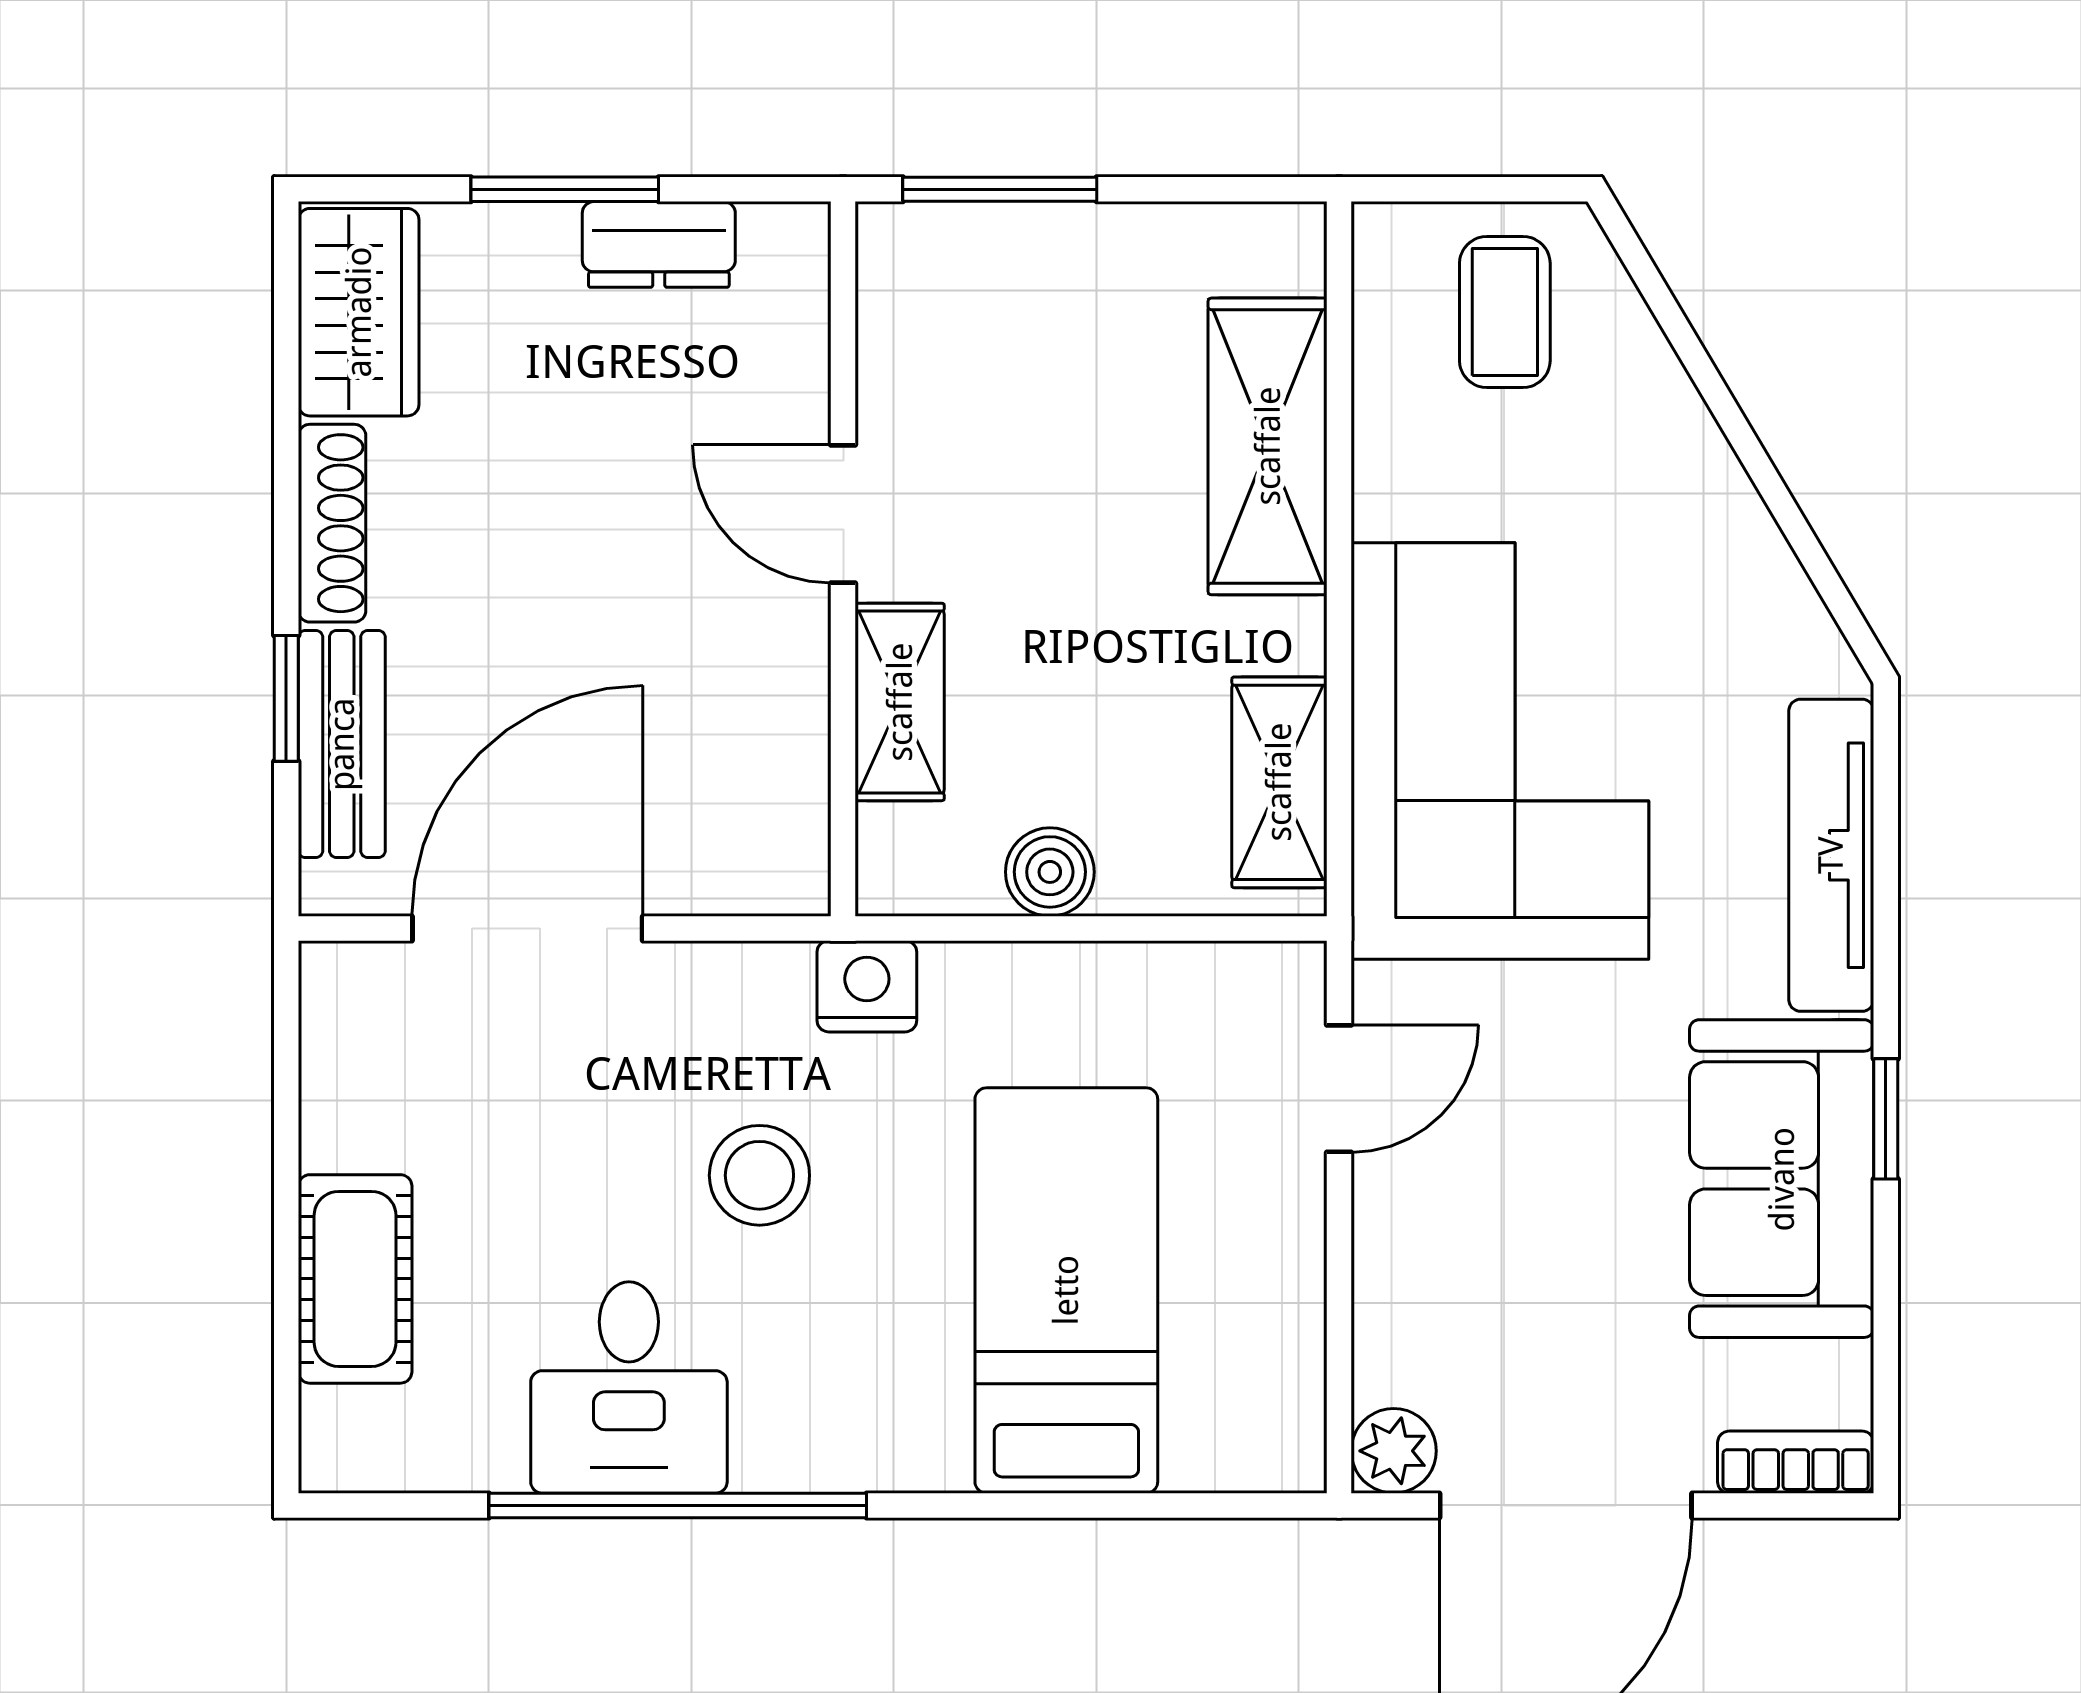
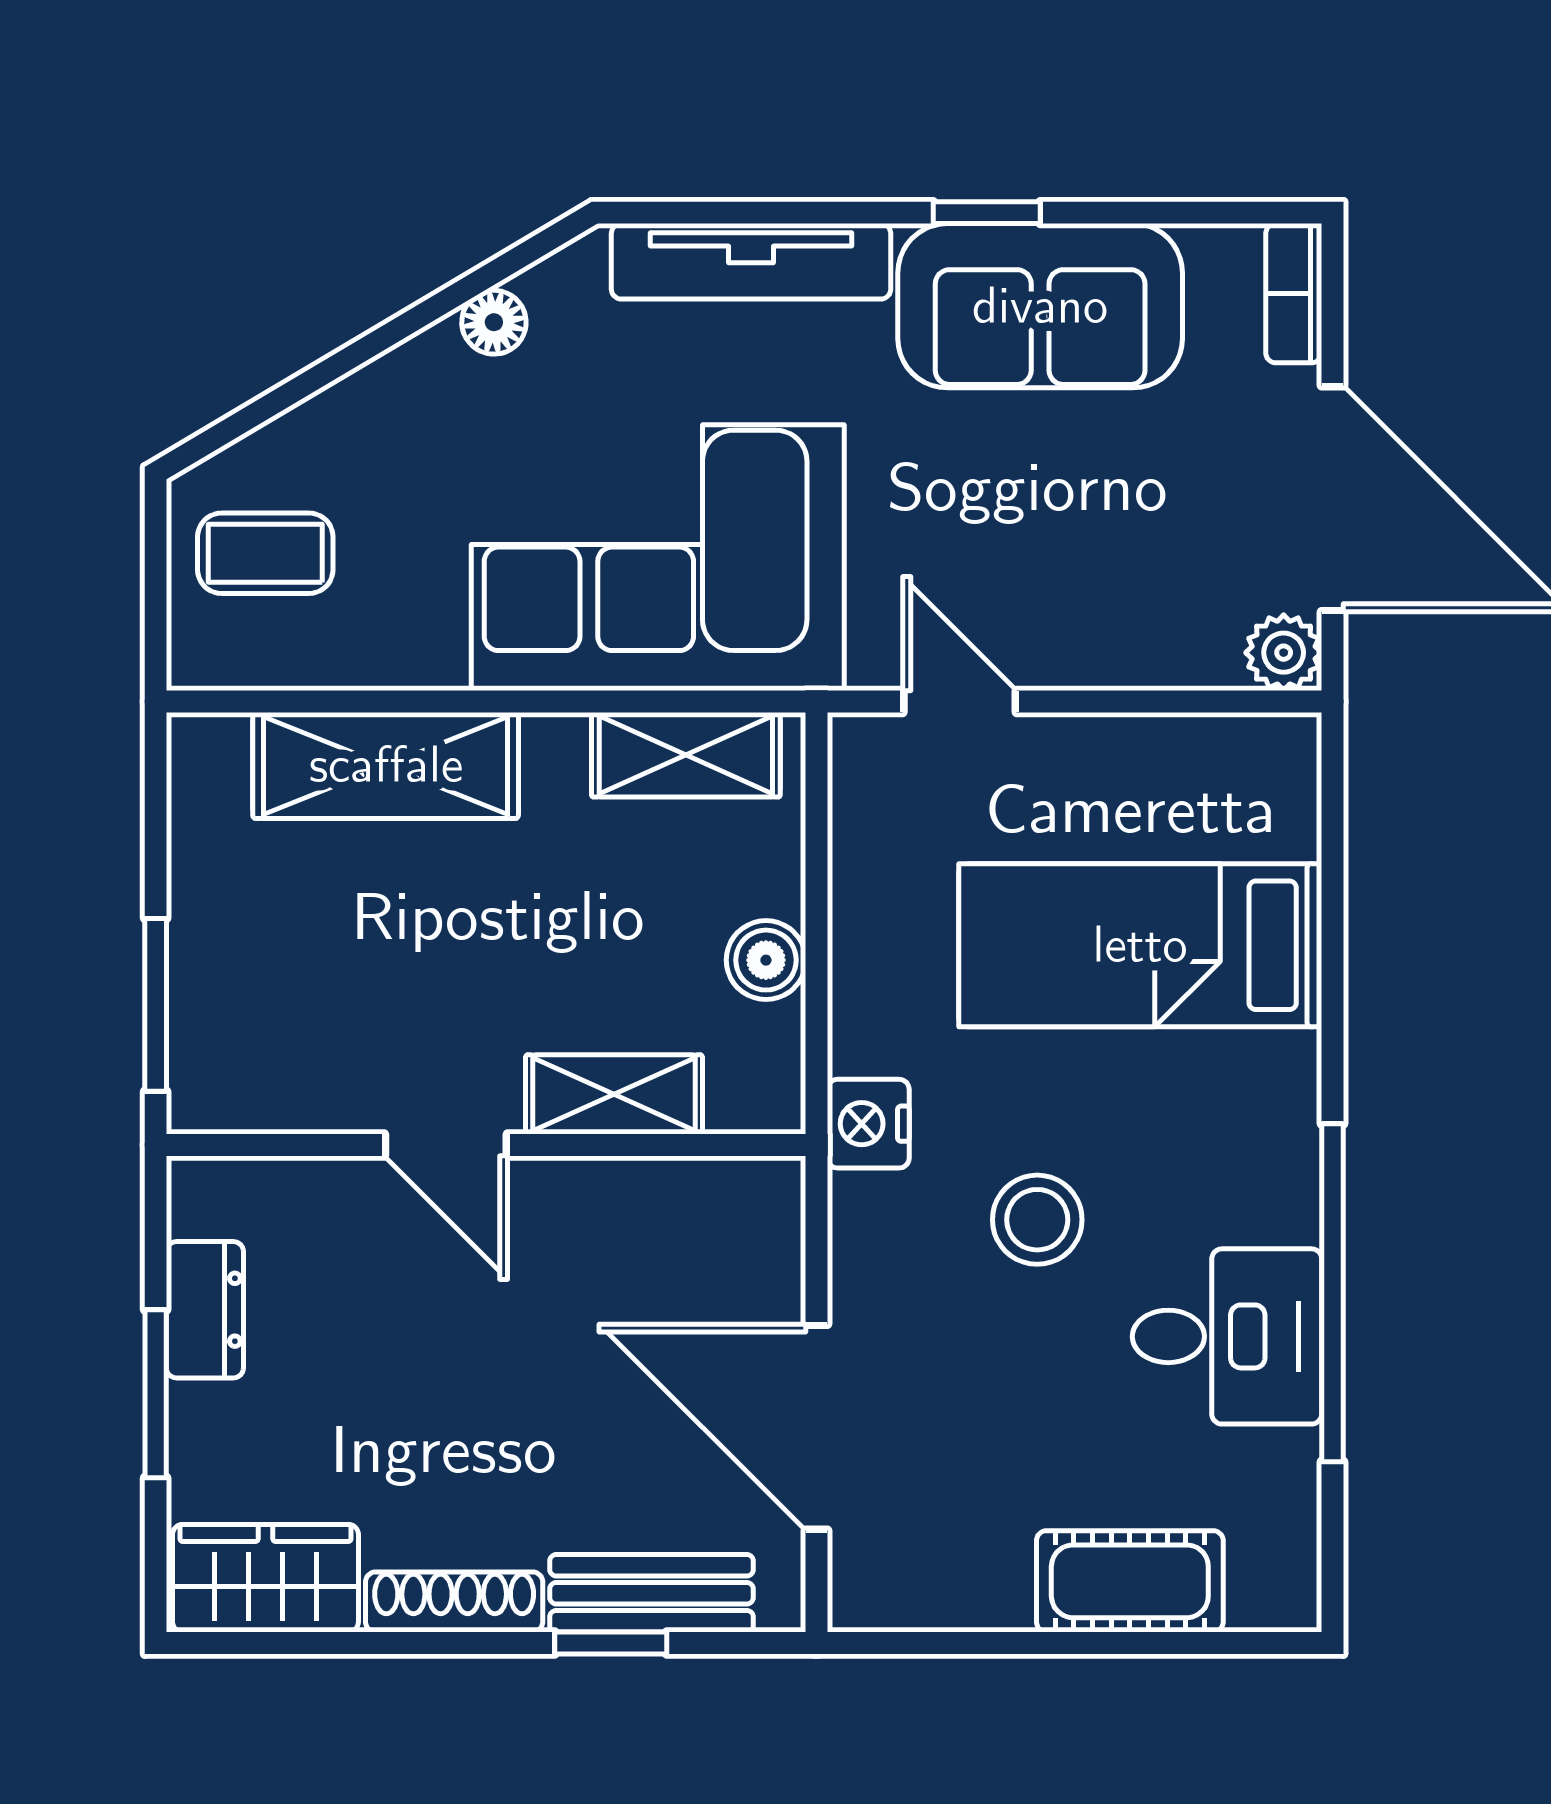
door: (843, 514) -> (446, 1145), hinge flipped
floor lamp: (1763, 568) -> (494, 322), added

